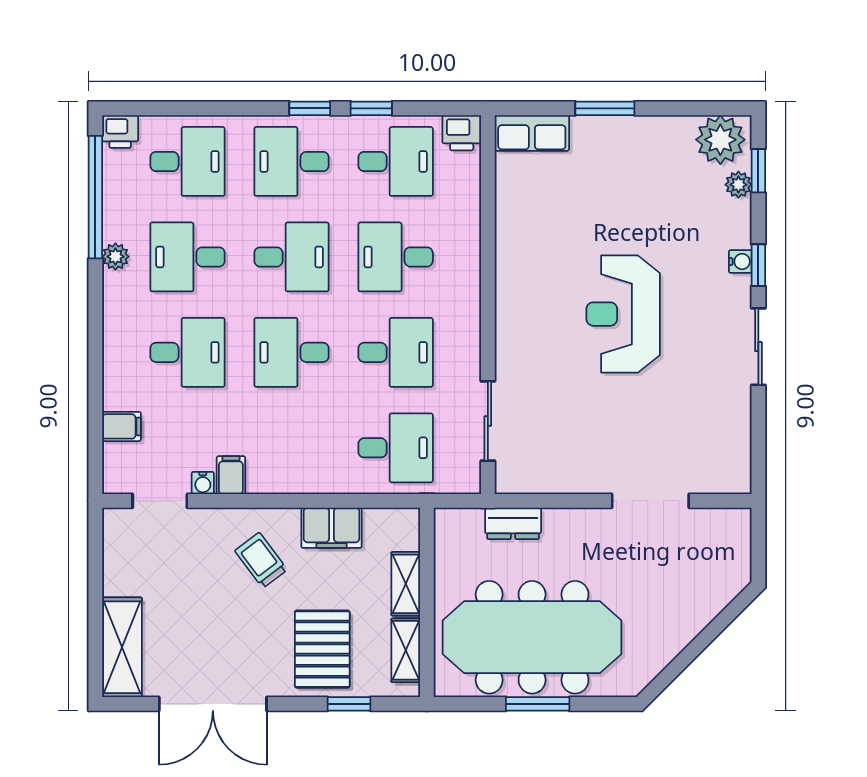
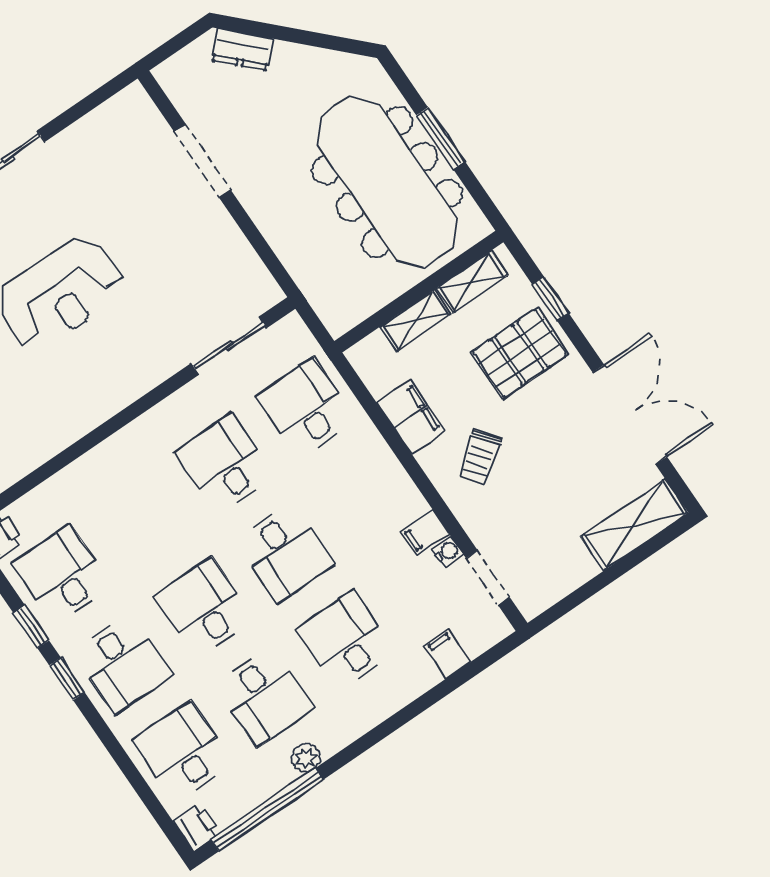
desk: (396, 257) -> (143, 519), removed
dresser: (513, 523) -> (242, 49), moved, turned 135

